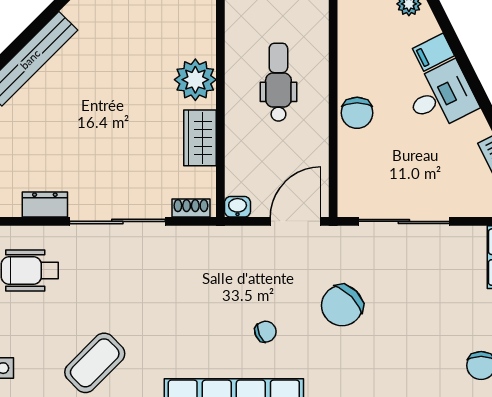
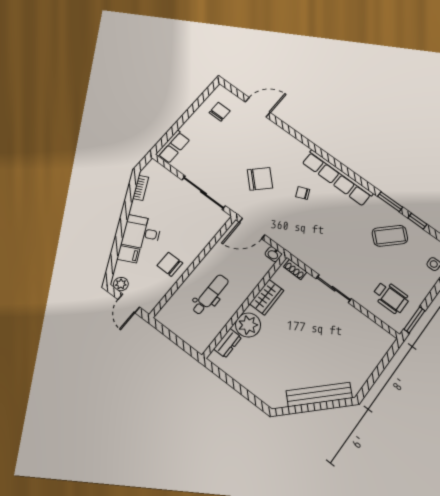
dental chair: (278, 82) -> (210, 295), turned 180
chair: (357, 113) -> (170, 264), moved, turned -90
dresser: (45, 205) -> (228, 343), moved, turned -90
sliding door: (117, 221) -> (334, 289), width x0.73

